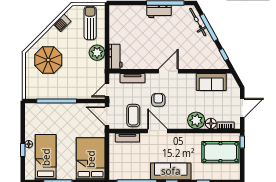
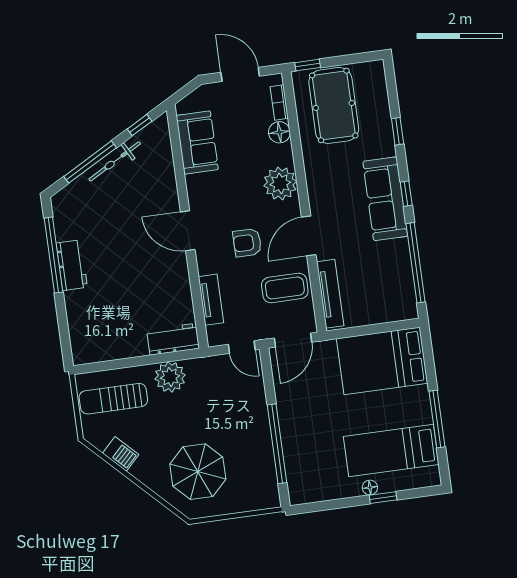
bicycle: (198, 22) -> (115, 161), moved
plant: (196, 120) -> (280, 183), moved
tv unit: (127, 138) -> (330, 294), width x1.41

